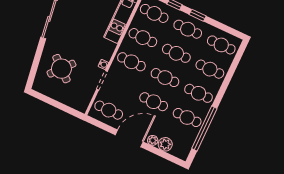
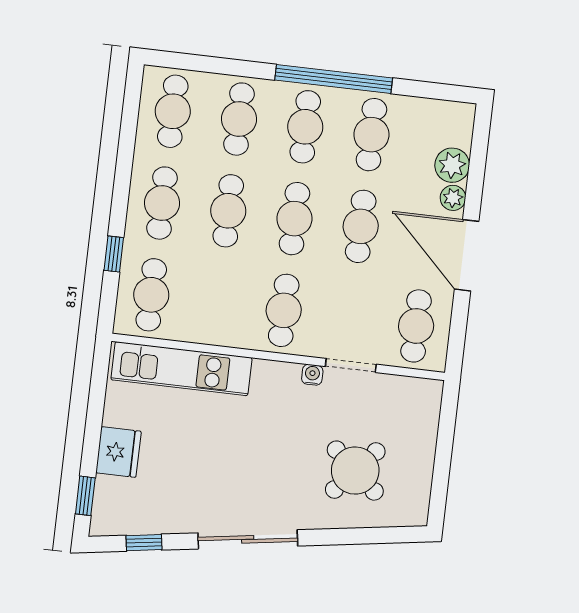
window: (198, 15) -> (121, 191), removed
cafe table: (143, 38) -> (217, 303), removed
window: (204, 128) -> (334, 79), moved

